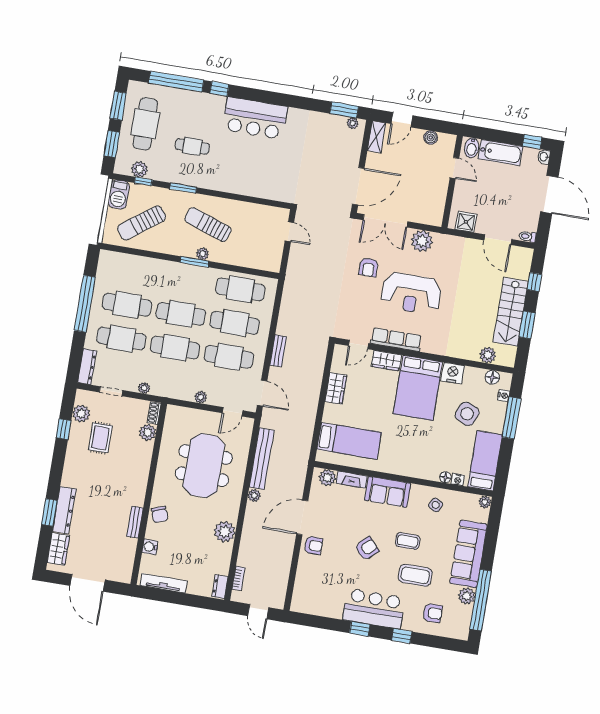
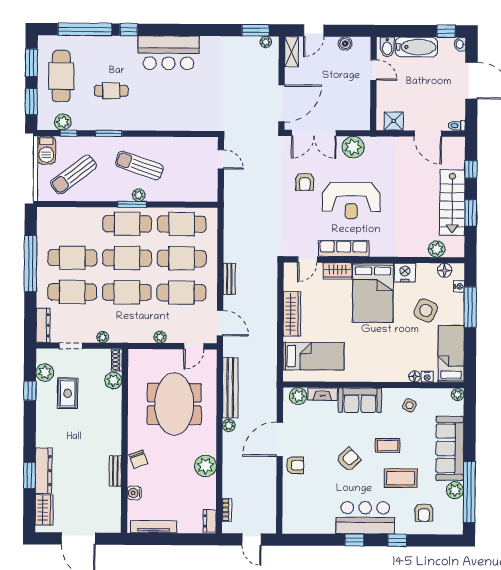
cafe table: (186, 280) -> (127, 224), added
wardrobe: (336, 388) -> (292, 314), width x1.50
armchair: (433, 613) -> (424, 513), turned 90

